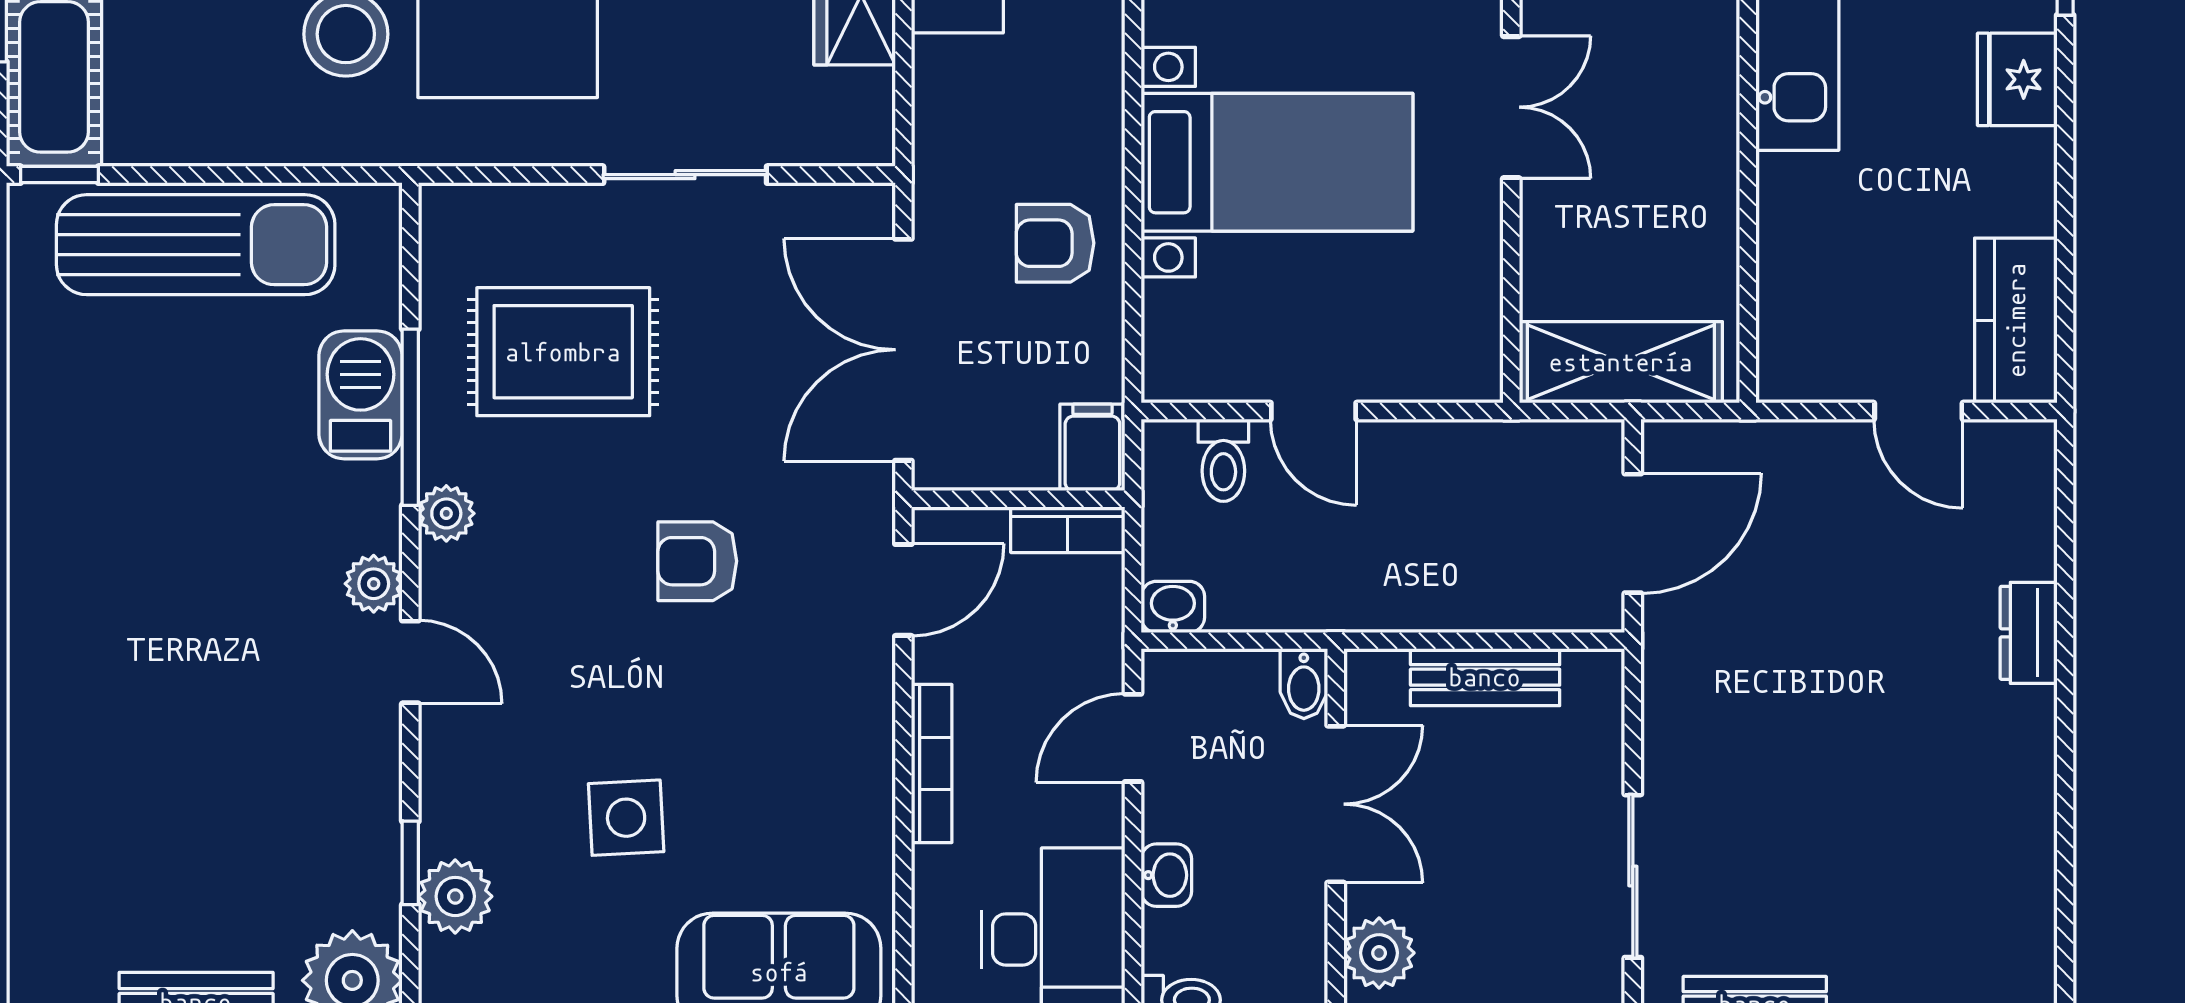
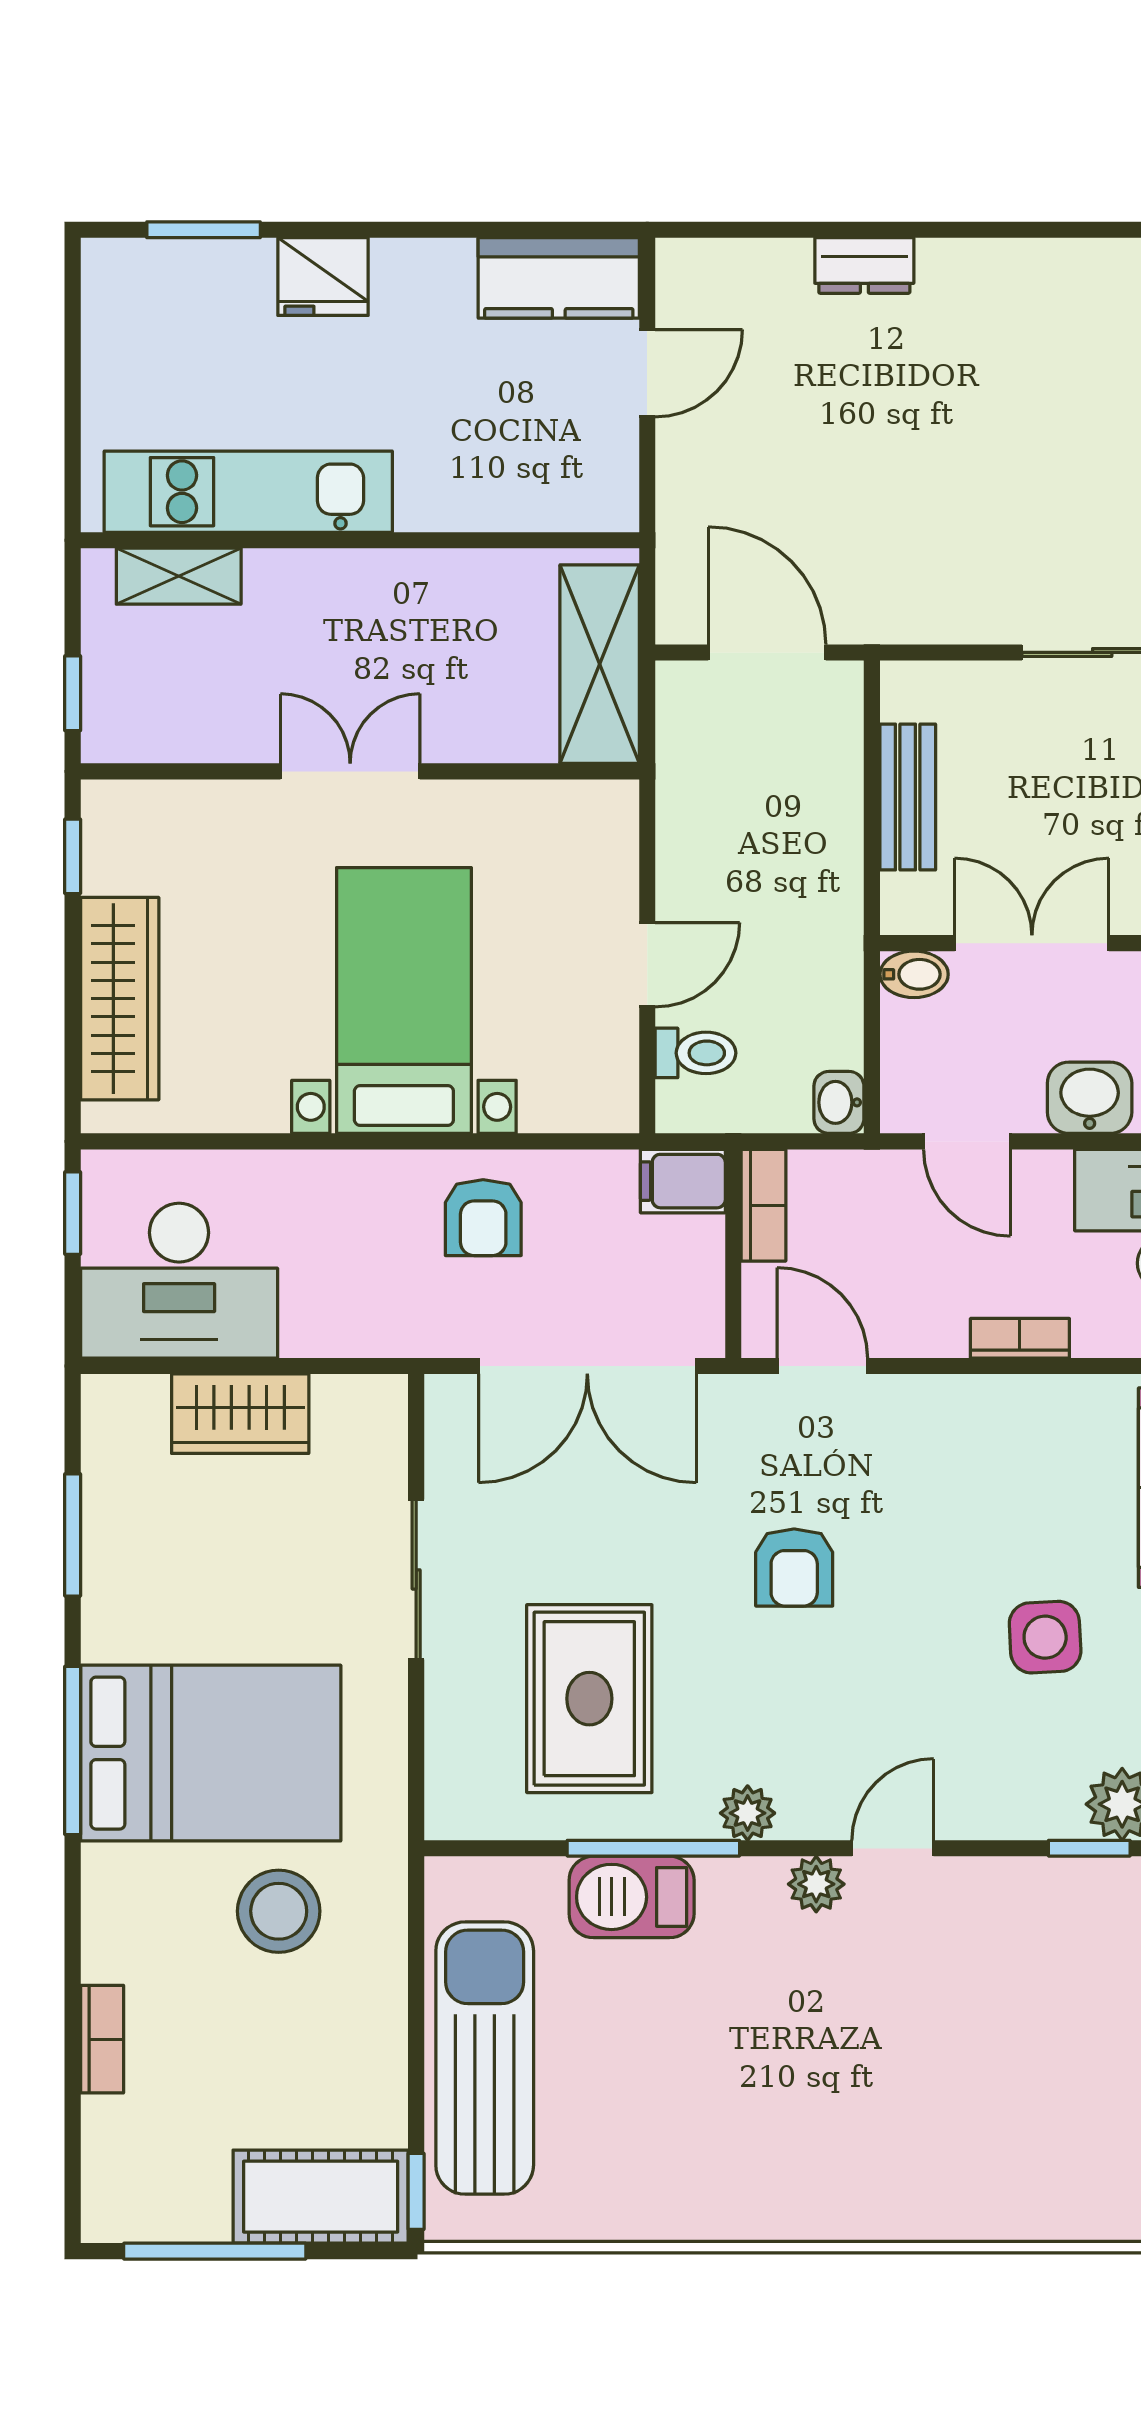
bookcase: (932, 764) -> (1020, 1338), width x0.64
washbasin: (1166, 875) -> (1090, 1098), width x1.38, depth x1.45

